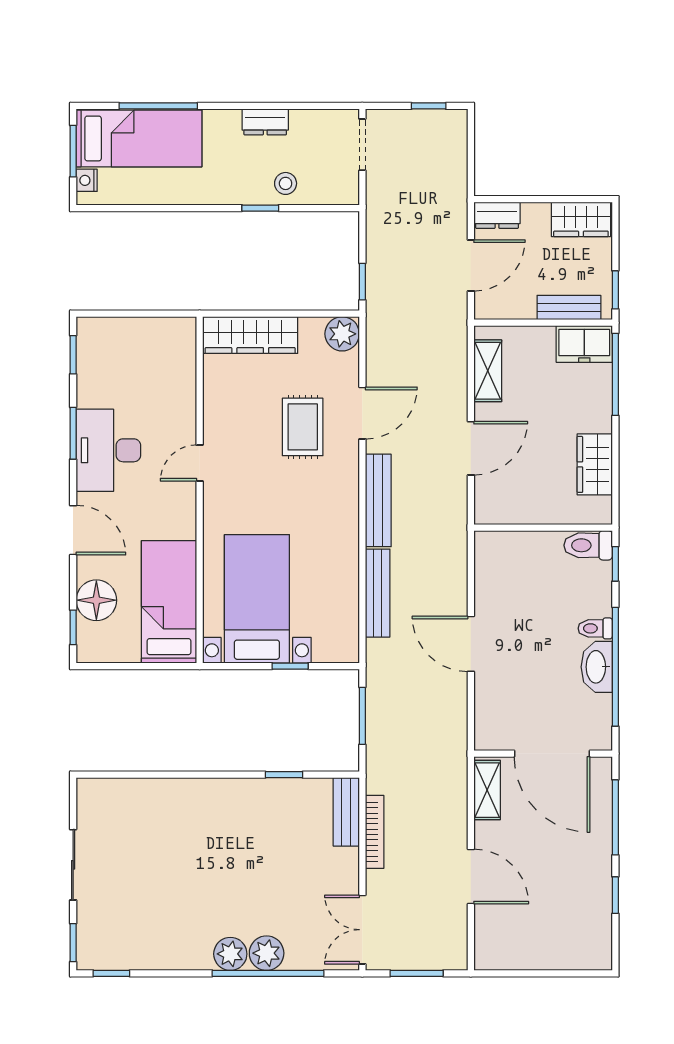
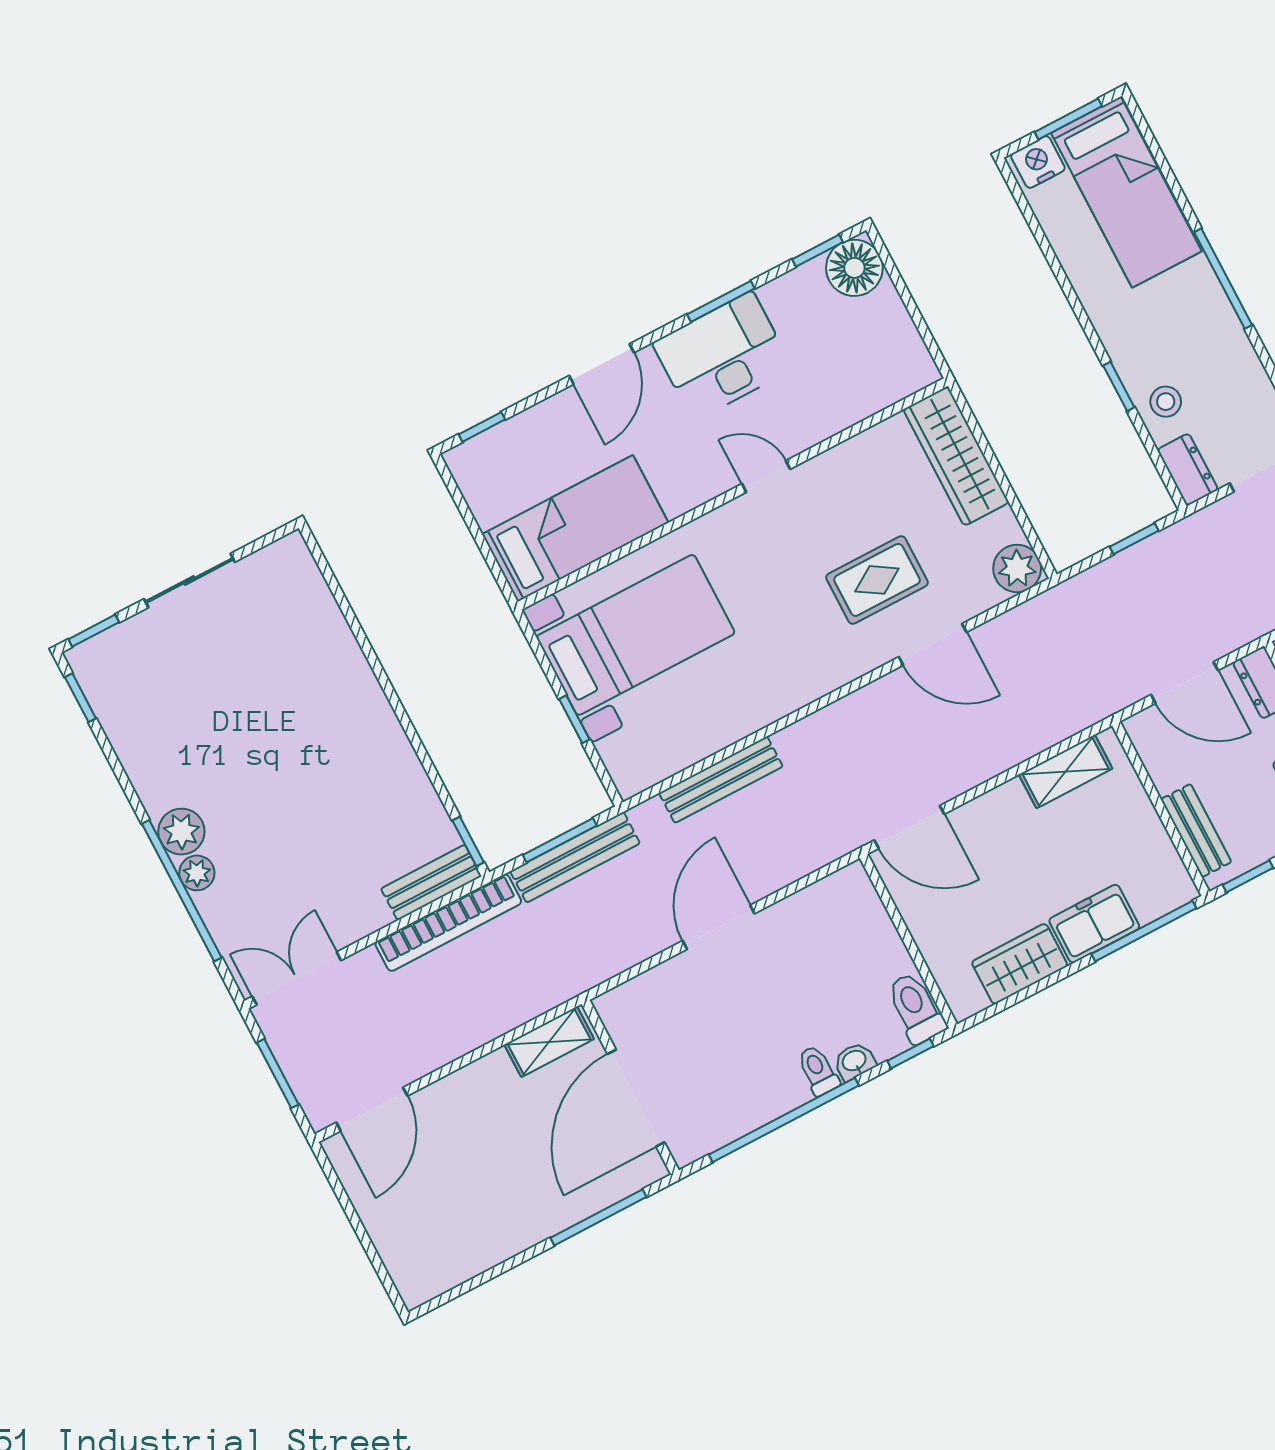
window: (158, 106) -> (1223, 279), moved
dresser: (265, 122) -> (1188, 470), moved, turned 180
nightstand: (87, 180) -> (1038, 162), width x1.39, depth x1.35
window: (362, 282) -> (1134, 539), moved
freezer: (584, 344) -> (1094, 924), moved, turned 90
door: (471, 448) -> (909, 827), moved
bench: (378, 500) -> (575, 857), moved
floor lamp: (96, 600) -> (854, 268), moved
washbasin: (597, 667) -> (854, 1061), moved, width x0.52, depth x0.69
window: (284, 775) -> (468, 841), moved
bookcase: (375, 832) -> (448, 923), width x1.48, depth x1.31
door: (471, 877) -> (372, 1109), moved
window: (615, 895) -> (503, 1268), removed
plant: (267, 953) -> (197, 873), width x0.73, depth x0.73

